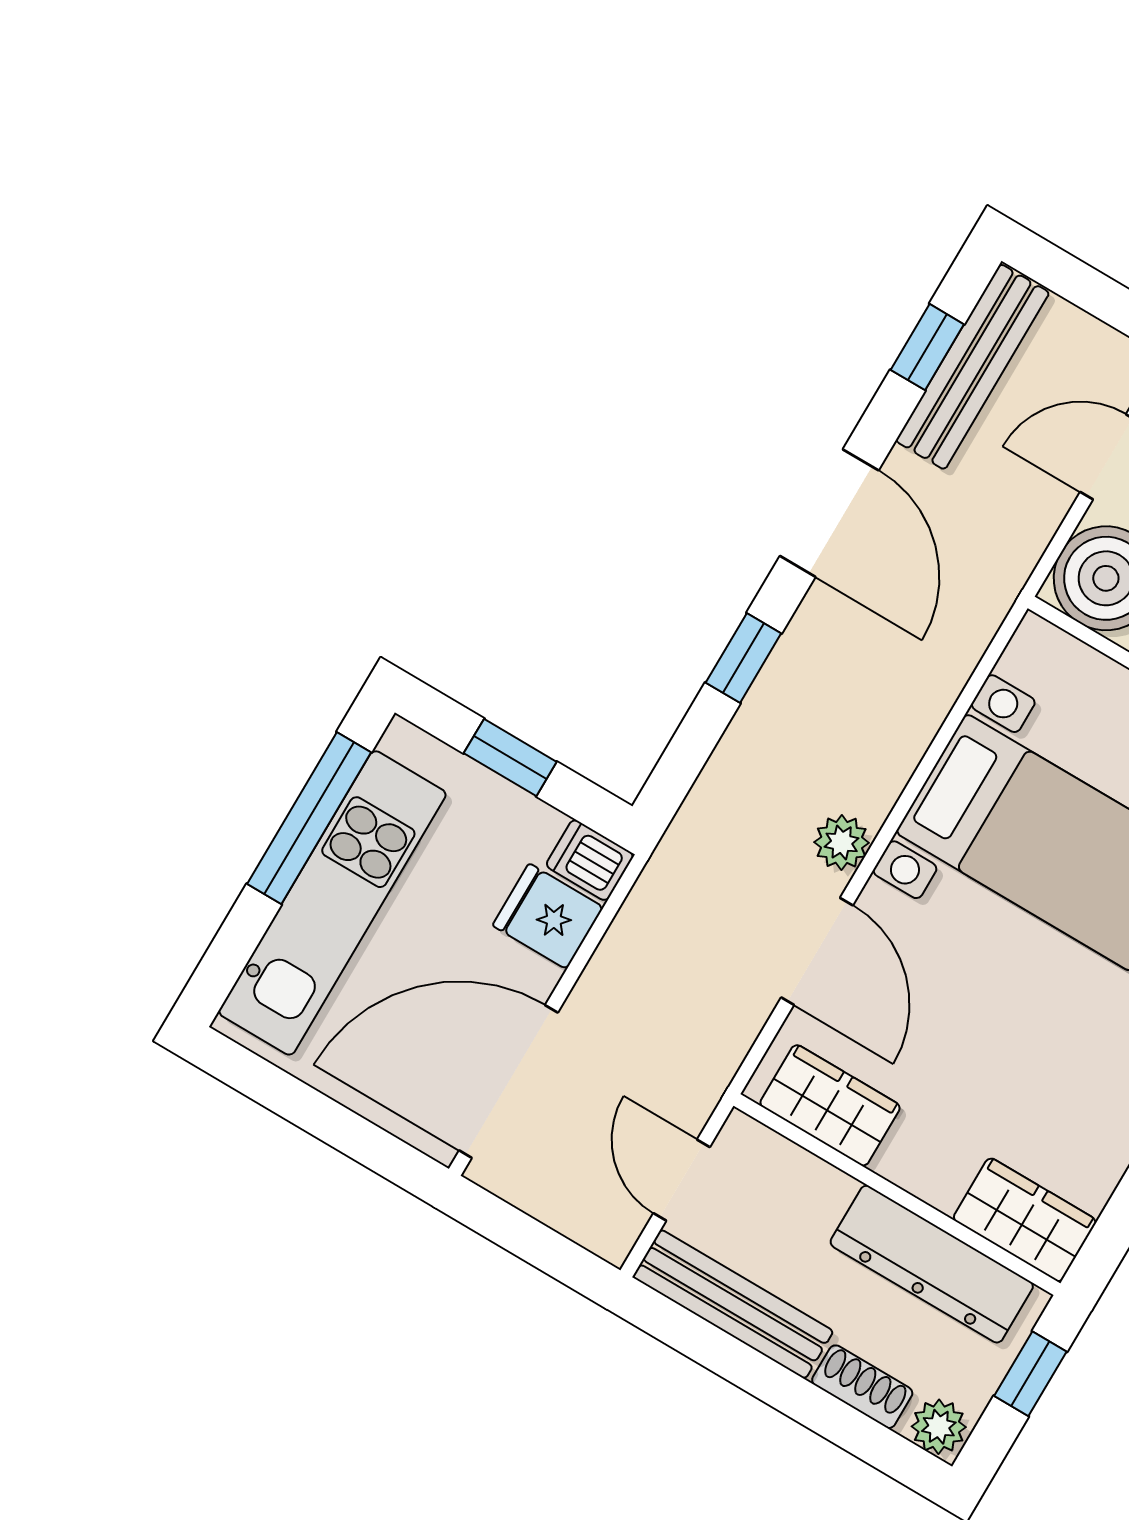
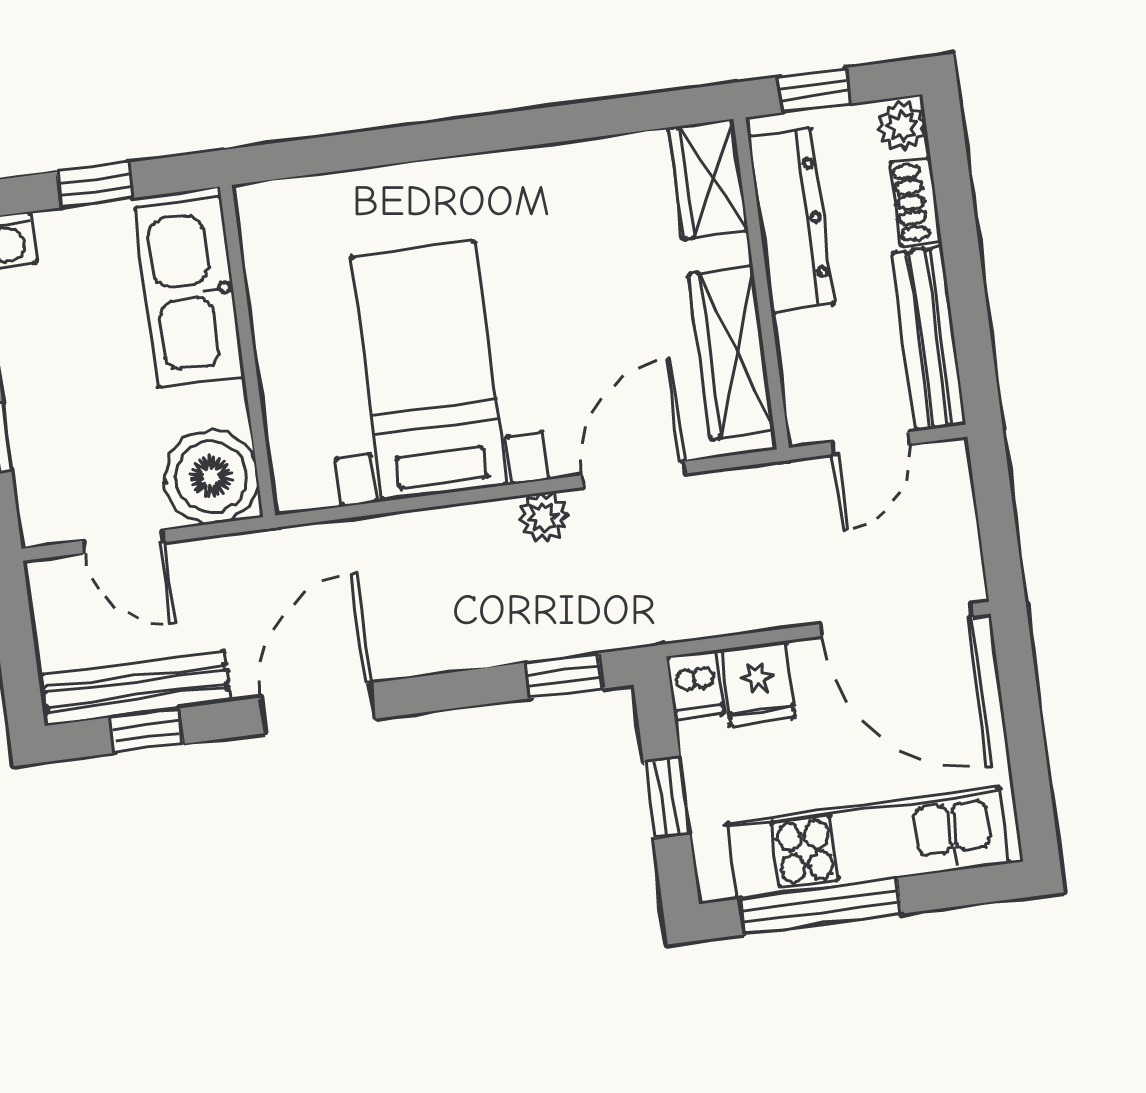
window: (743, 658) -> (564, 676), moved
wardrobe: (830, 1105) -> (732, 352), width x1.50

